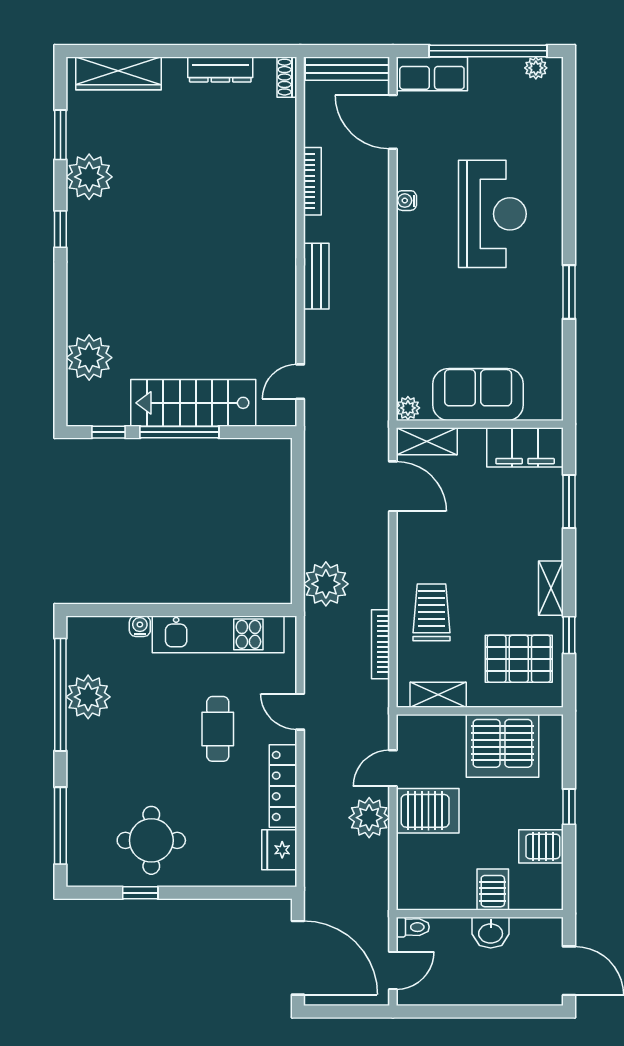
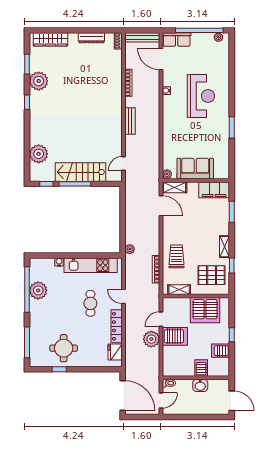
plant: (326, 584) -> (130, 249), width x0.53, depth x0.53

